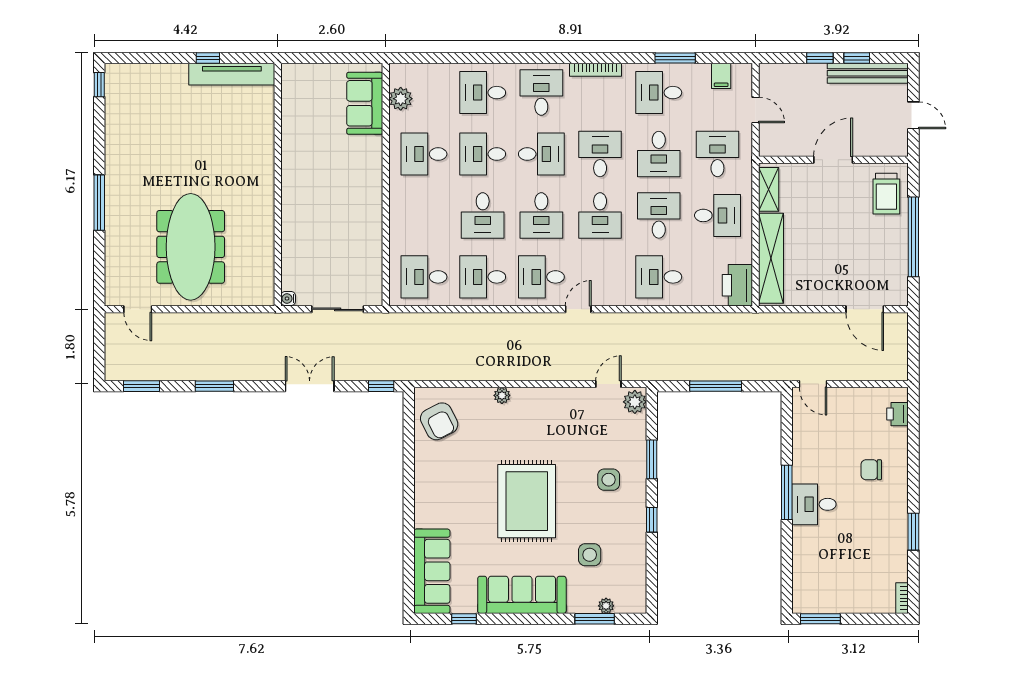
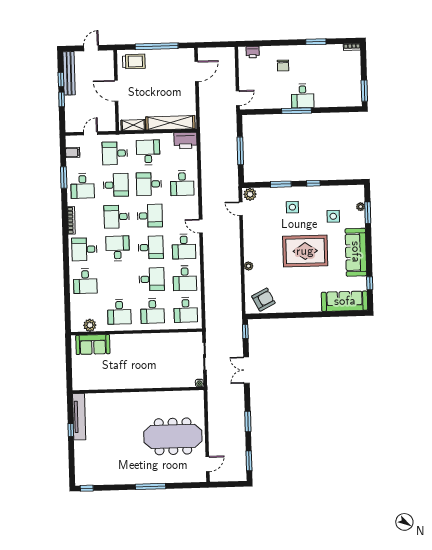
desk: (483, 154) -> (152, 311), moved

